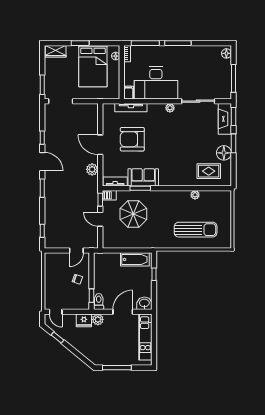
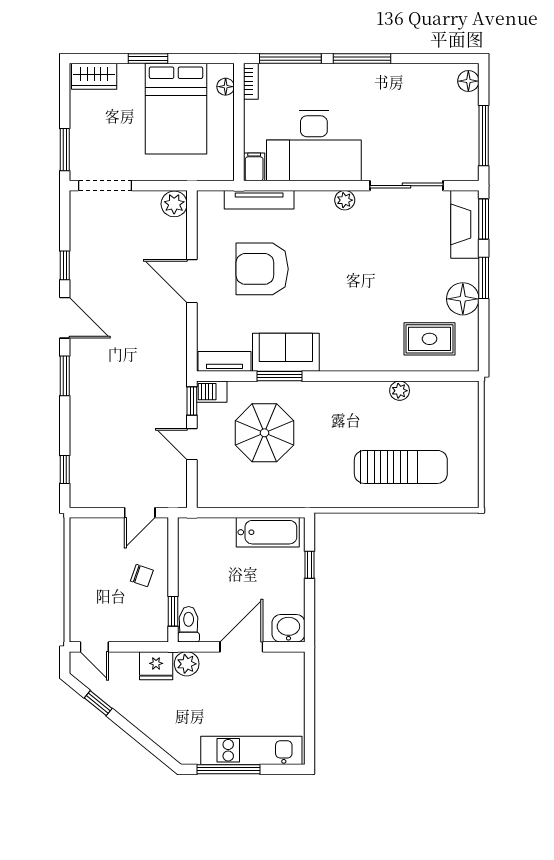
plant: (92, 169) -> (174, 204), moved
kitchen unit: (145, 337) -> (251, 750), moved, turned 90

